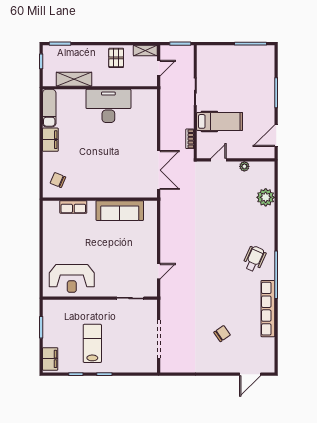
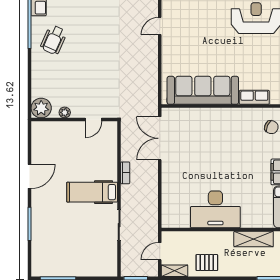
pallet: (116, 58) -> (207, 263), turned 90
door: (218, 160) -> (93, 120), moved
wall: (236, 160) -> (74, 120), moved
plant: (244, 166) -> (65, 112), moved
sofa: (120, 211) -> (203, 90), width x1.36, depth x1.27

